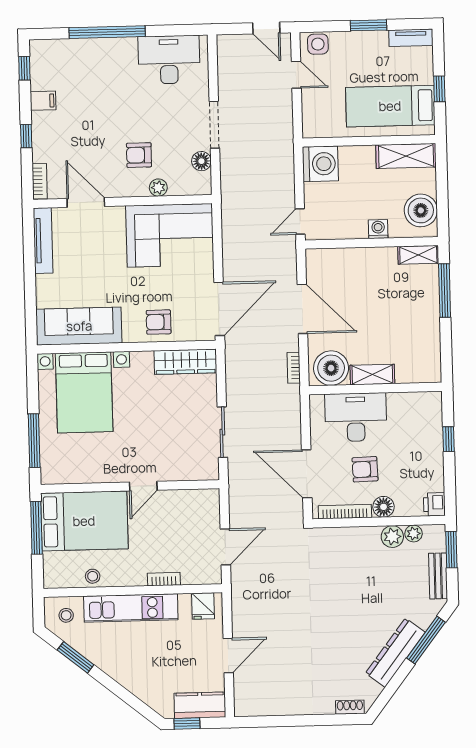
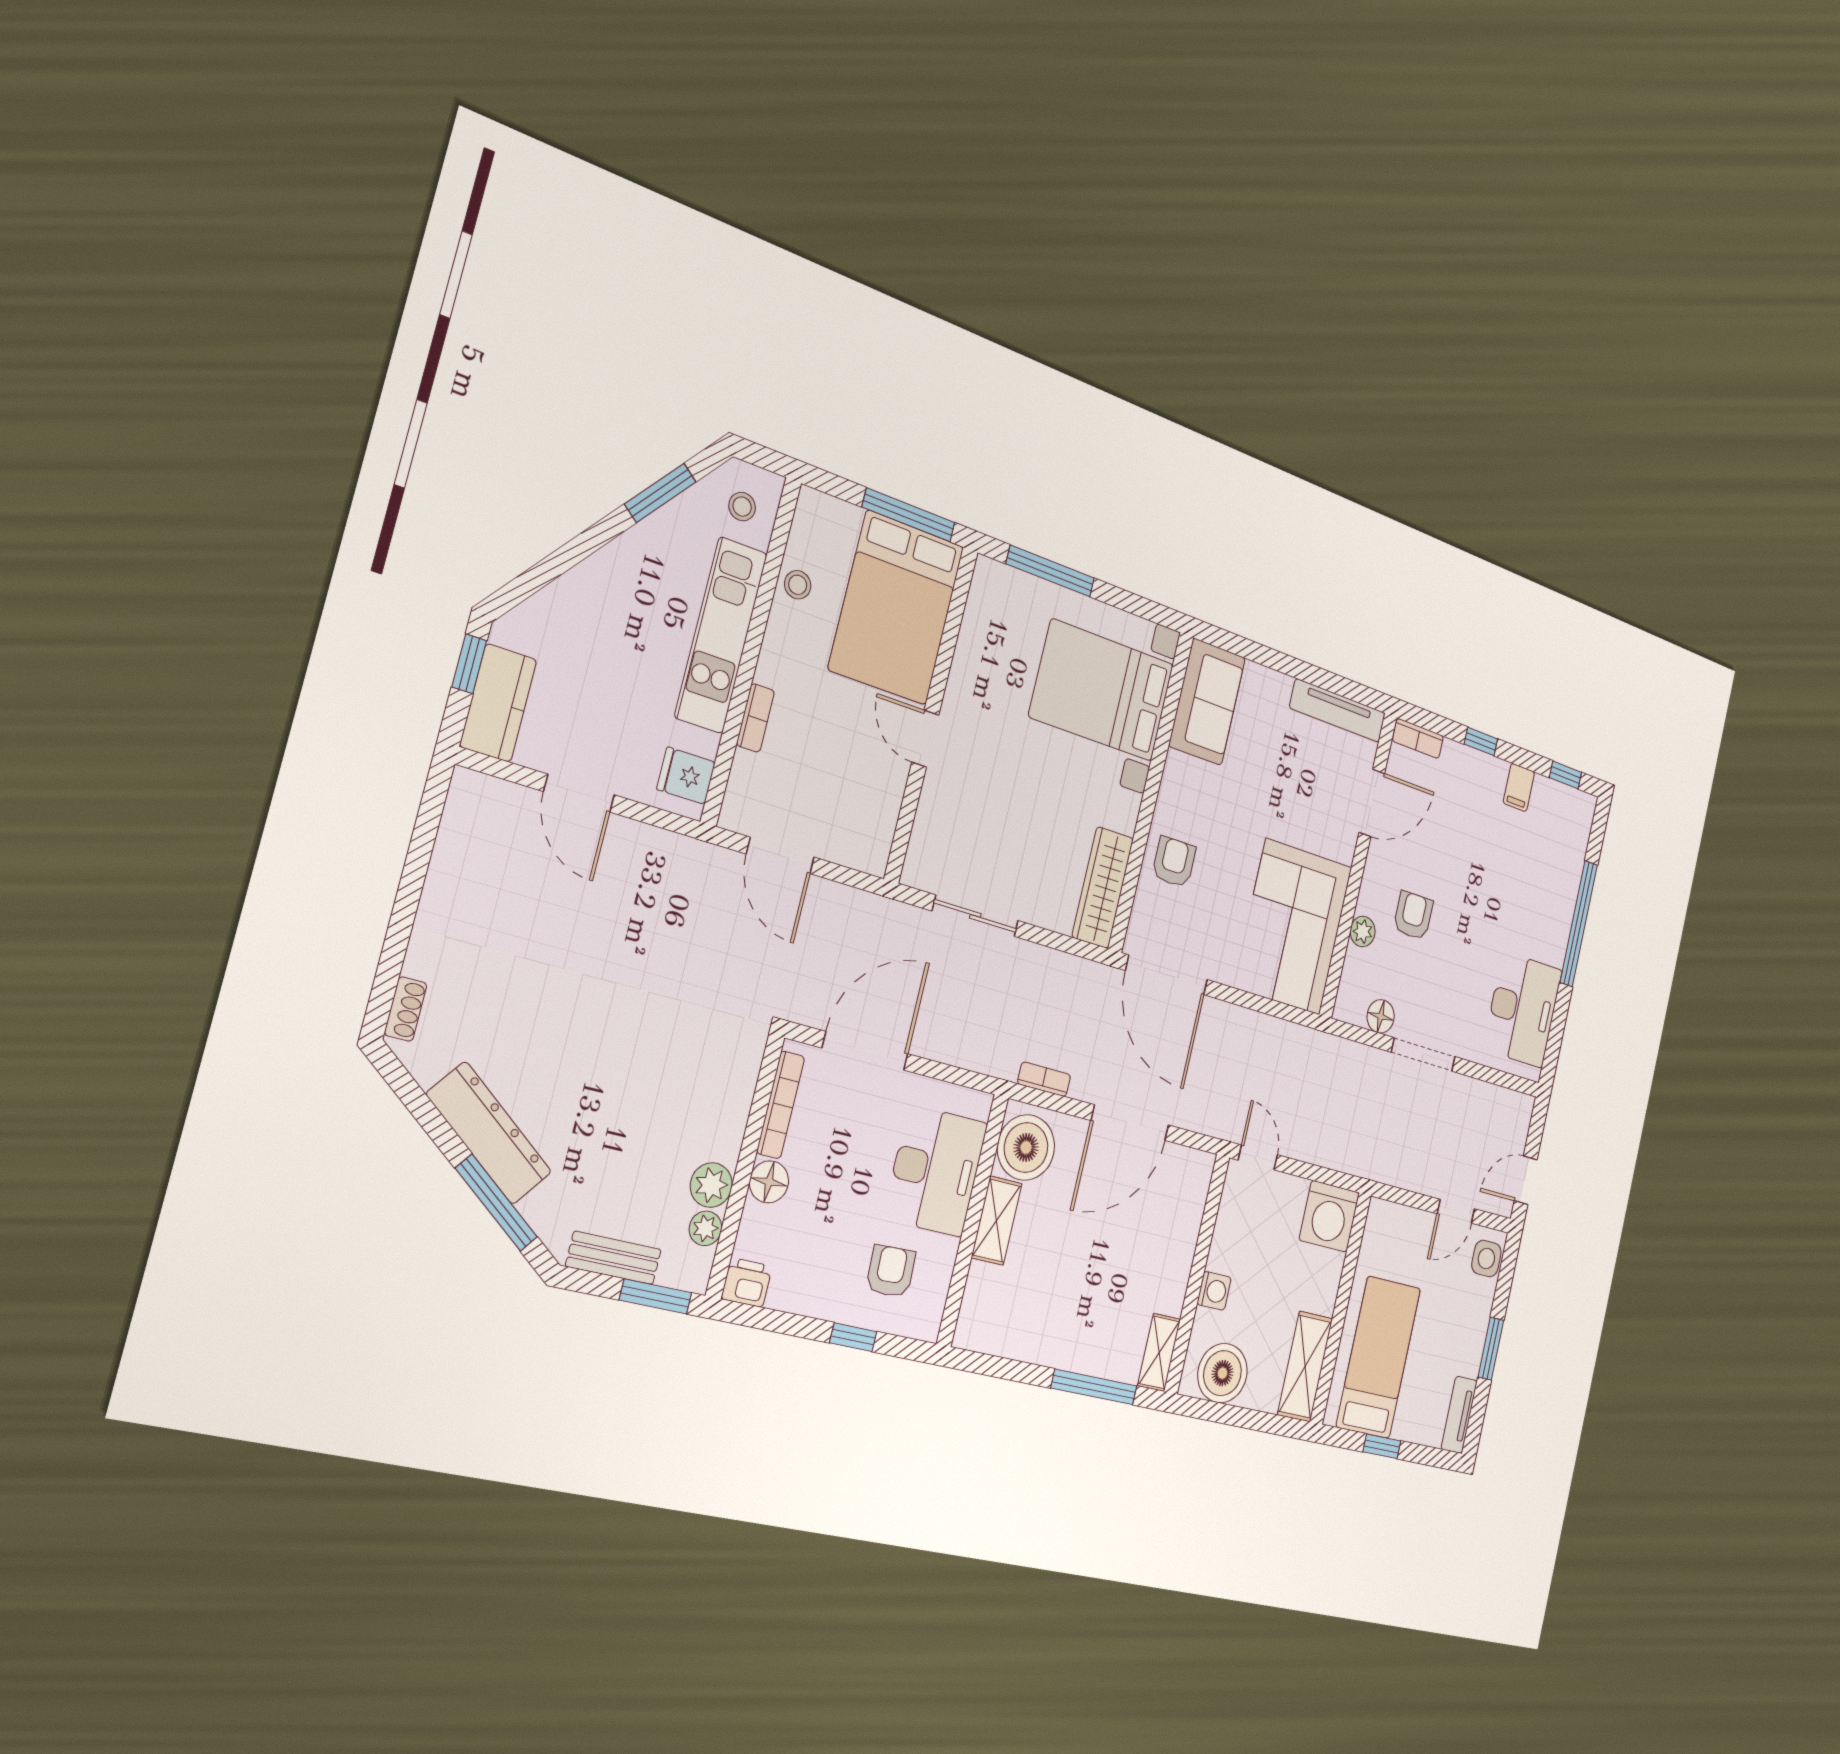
sofa: (79, 326) -> (1207, 702), width x0.73
armchair: (365, 469) -> (891, 1271), moved

